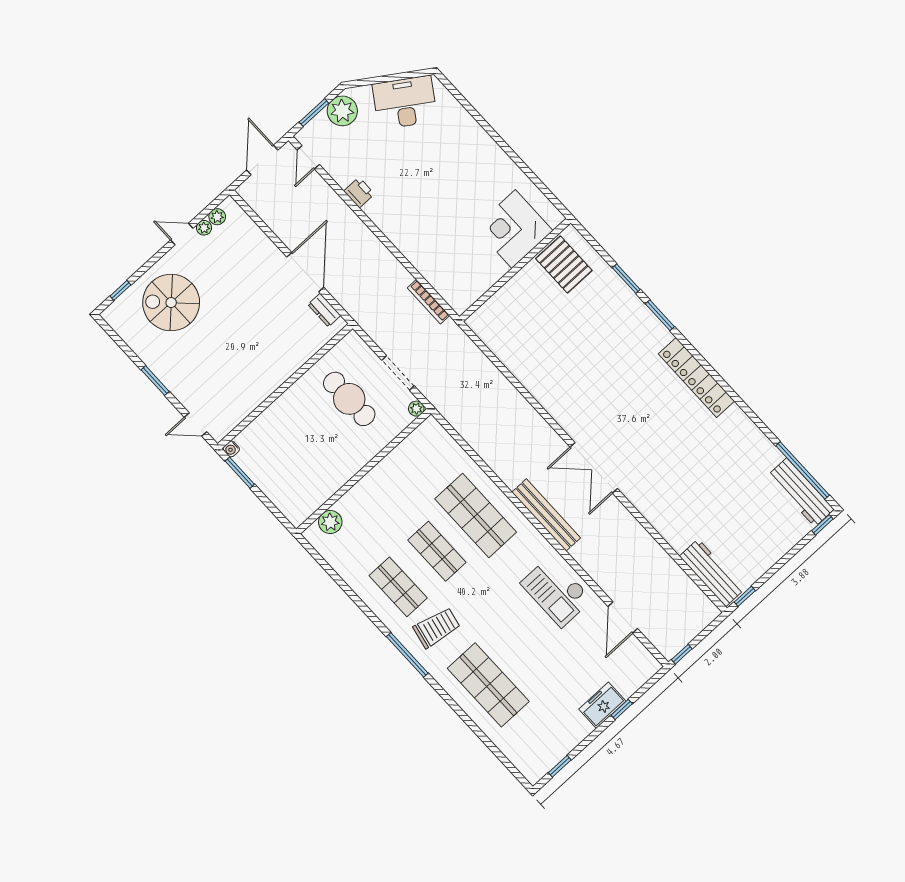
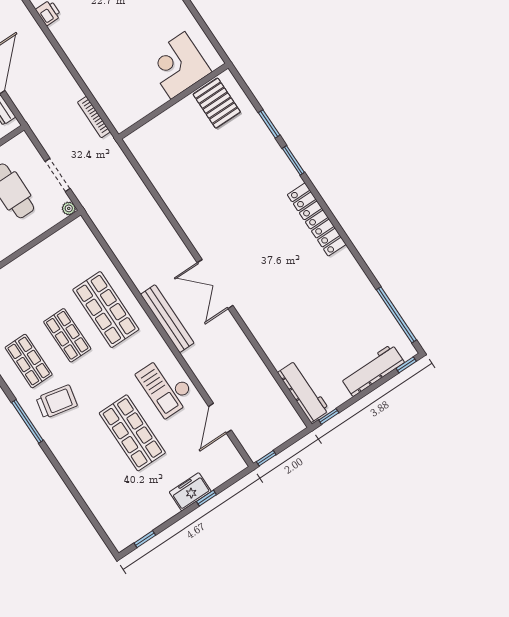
workbench: (801, 492) -> (373, 370), moved, turned 90
shop shelf: (488, 685) -> (132, 433), moved

